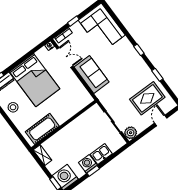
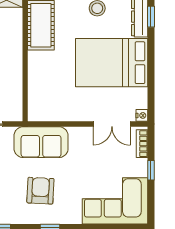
armchair: (124, 68) -> (40, 191), added
sofa: (92, 75) -> (41, 142), moved

